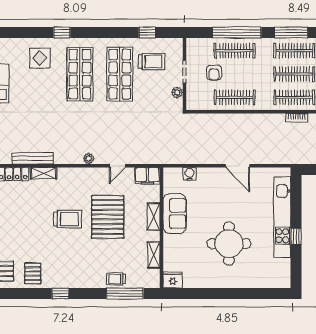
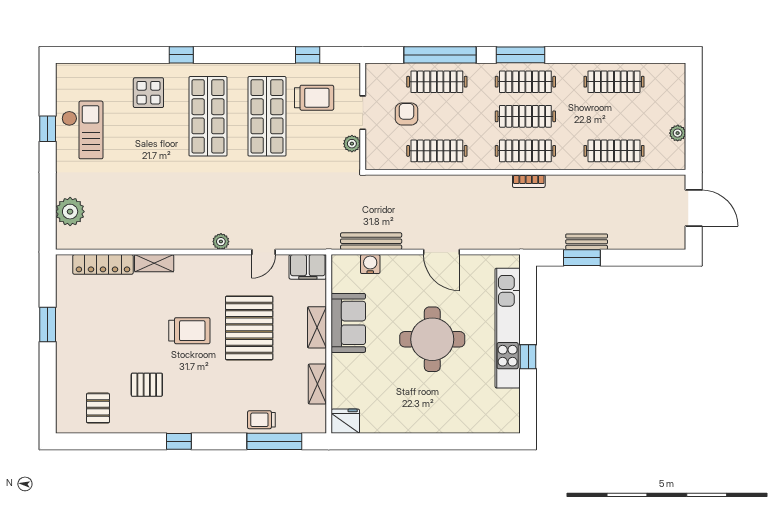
armchair: (214, 72) -> (407, 114), turned 180
bench: (33, 158) -> (371, 241), moved
round table: (229, 244) -> (432, 339), moved
pallet: (33, 273) -> (147, 385), moved, turned 90

